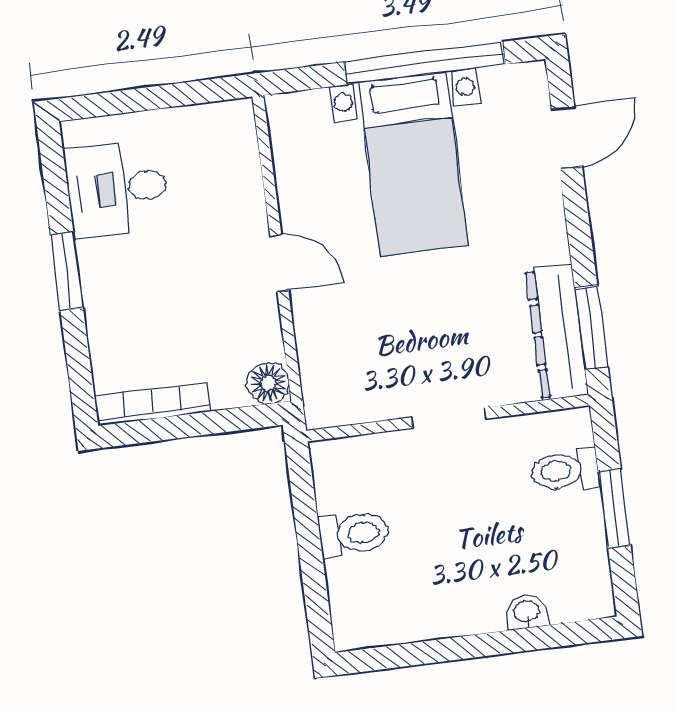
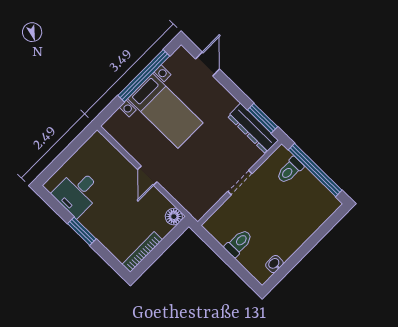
door: (279, 263) -> (147, 176), swing flipped
window: (614, 508) -> (315, 170), width x2.11
washbasin: (527, 612) -> (274, 264), moved

